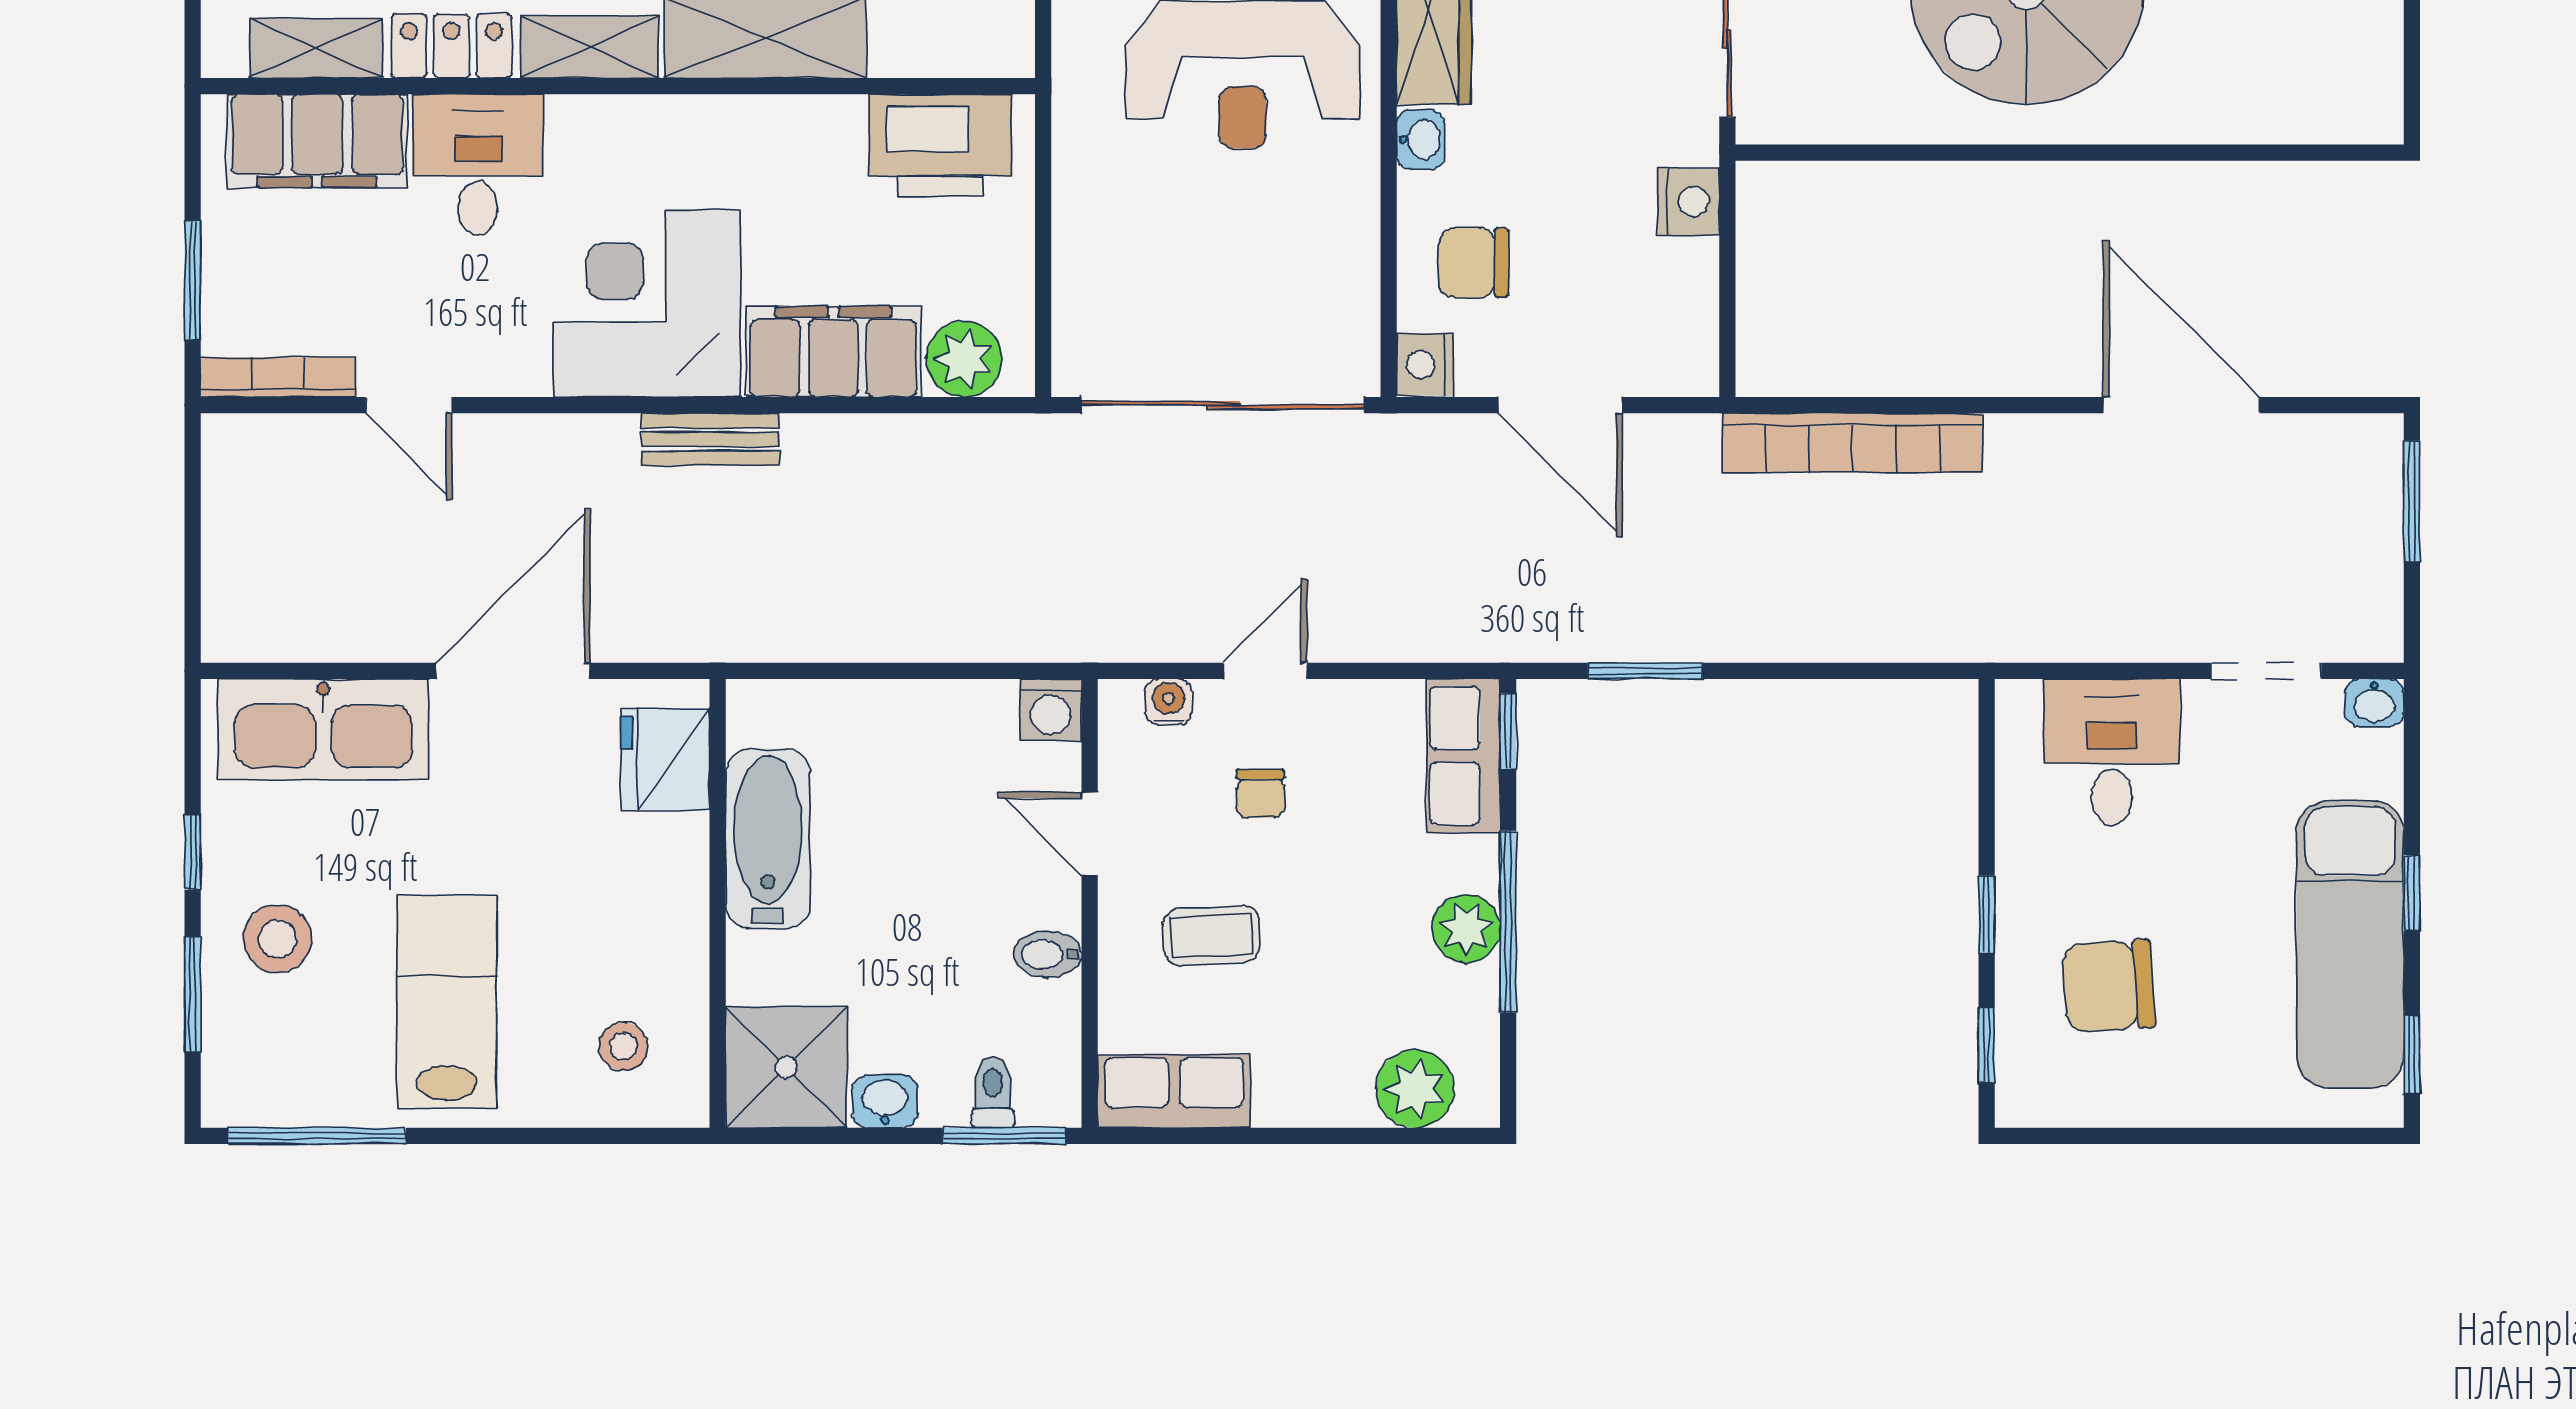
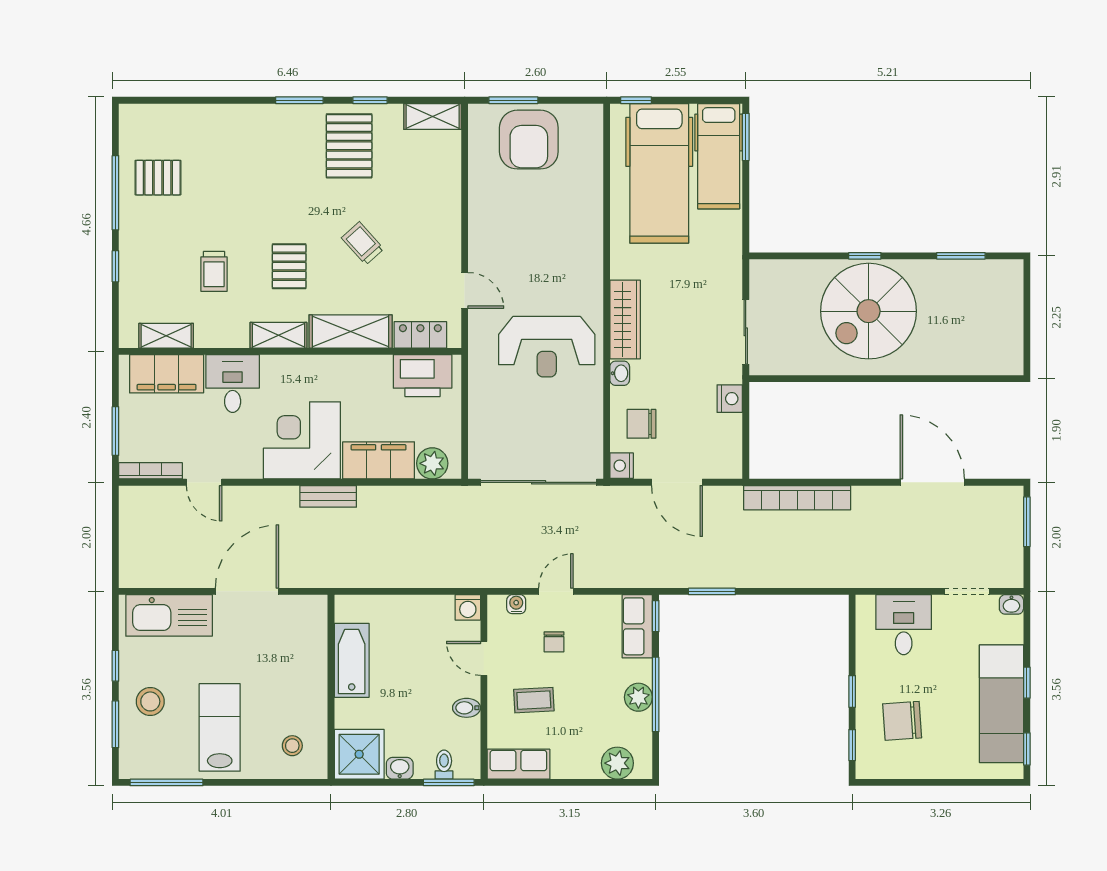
locker: (452, 46) -> (420, 335), moved
fridge: (666, 759) -> (310, 628), removed

